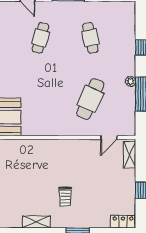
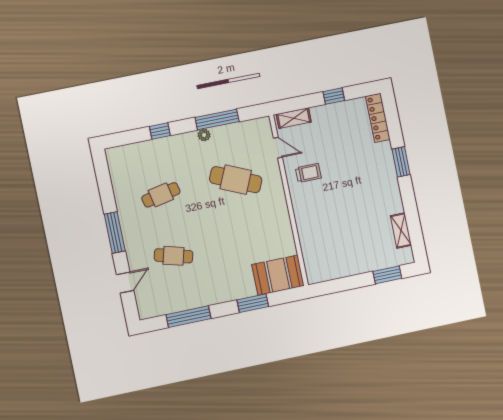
trolley: (65, 197) -> (308, 173), moved
shelving: (36, 222) -> (401, 231), moved
locker: (123, 222) -> (378, 118), width x1.53

